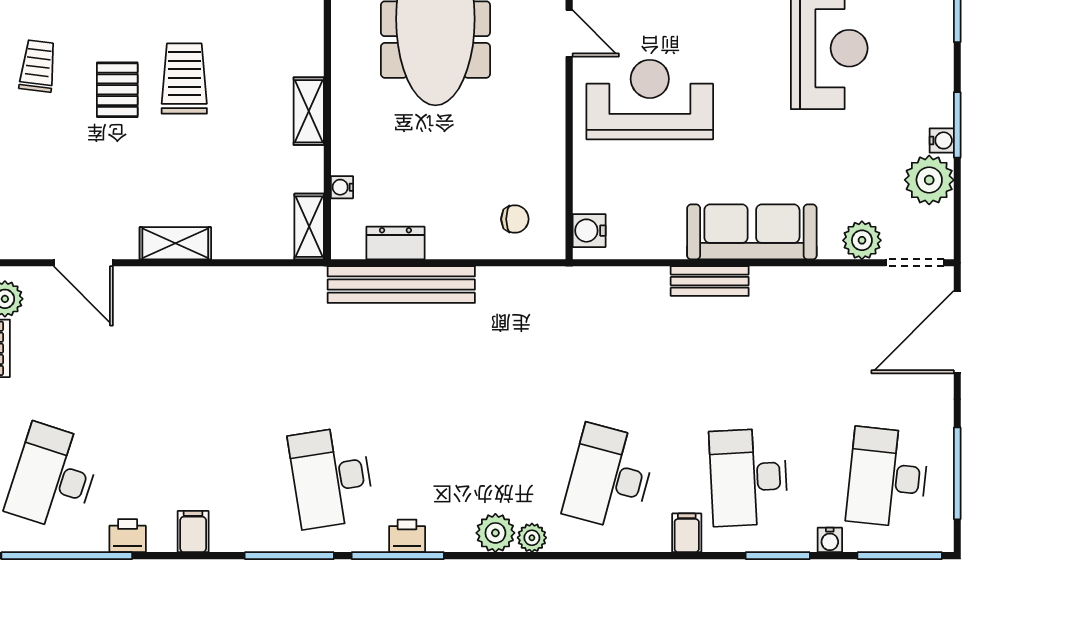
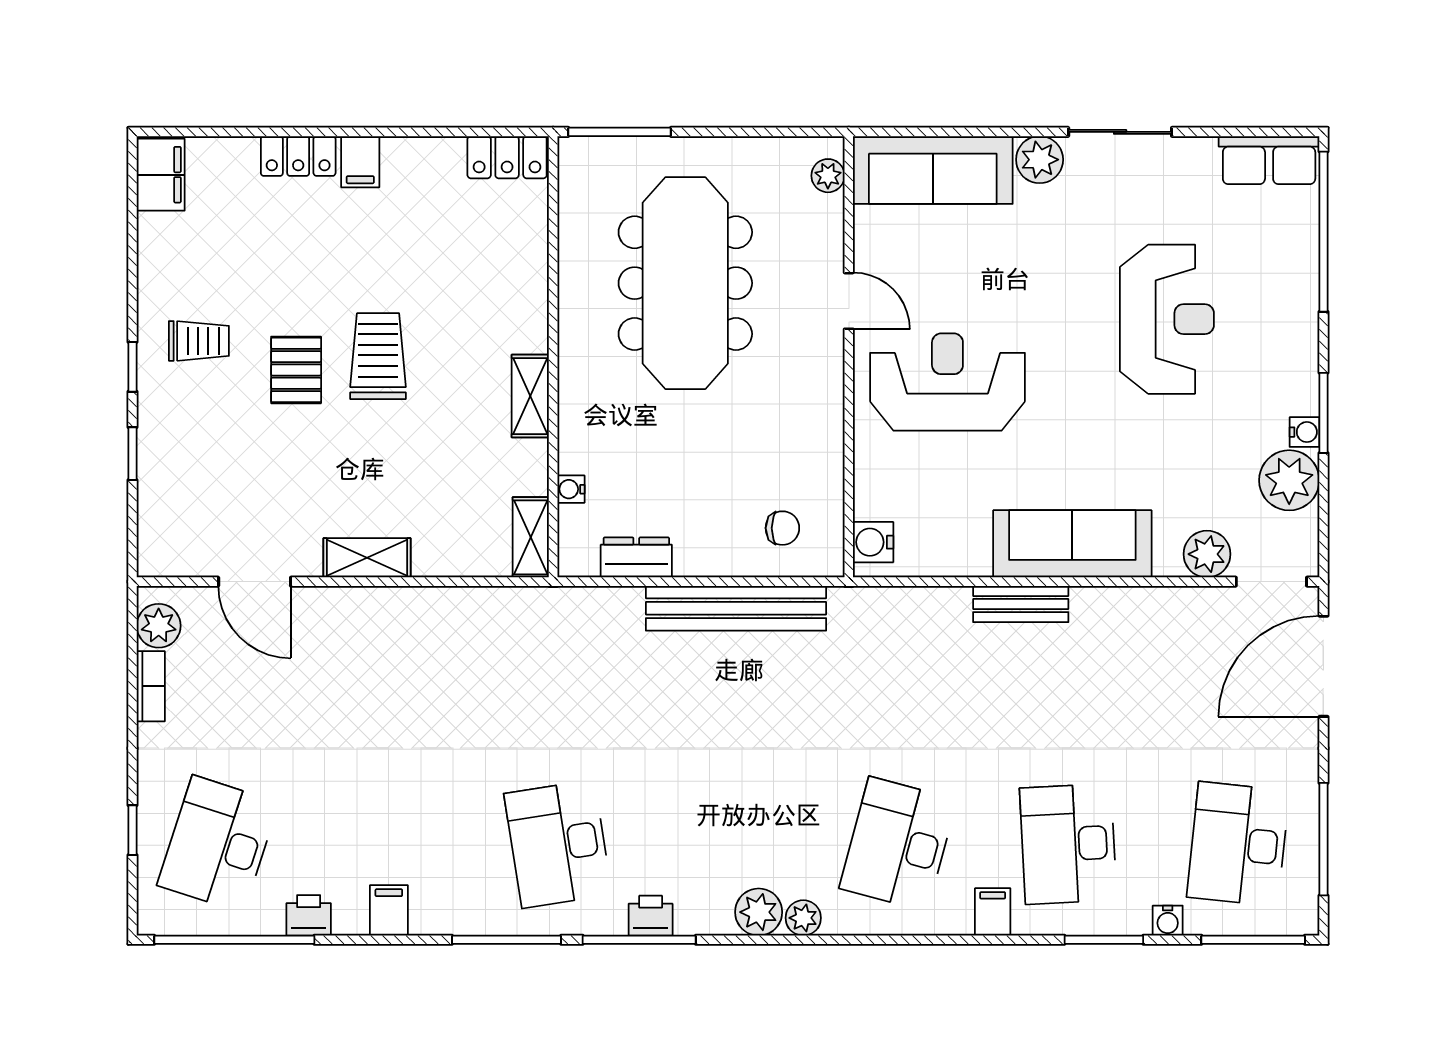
trolley: (38, 66) -> (199, 341), turned 83
bench: (401, 285) -> (736, 608), moved

